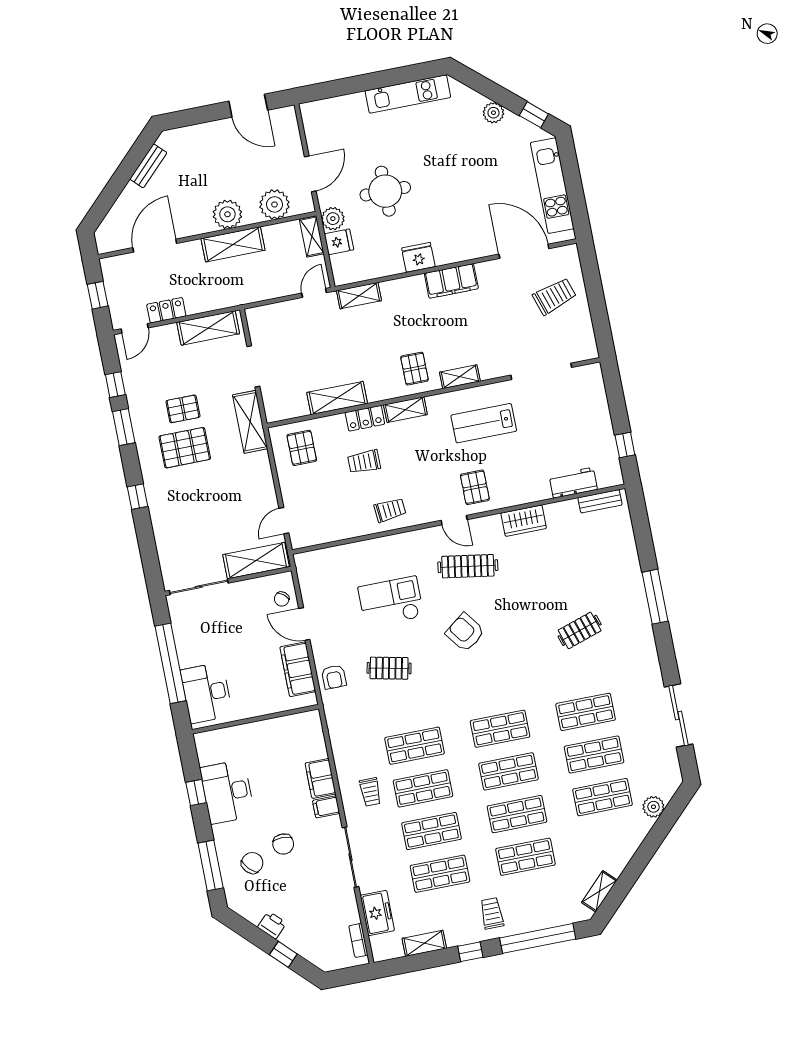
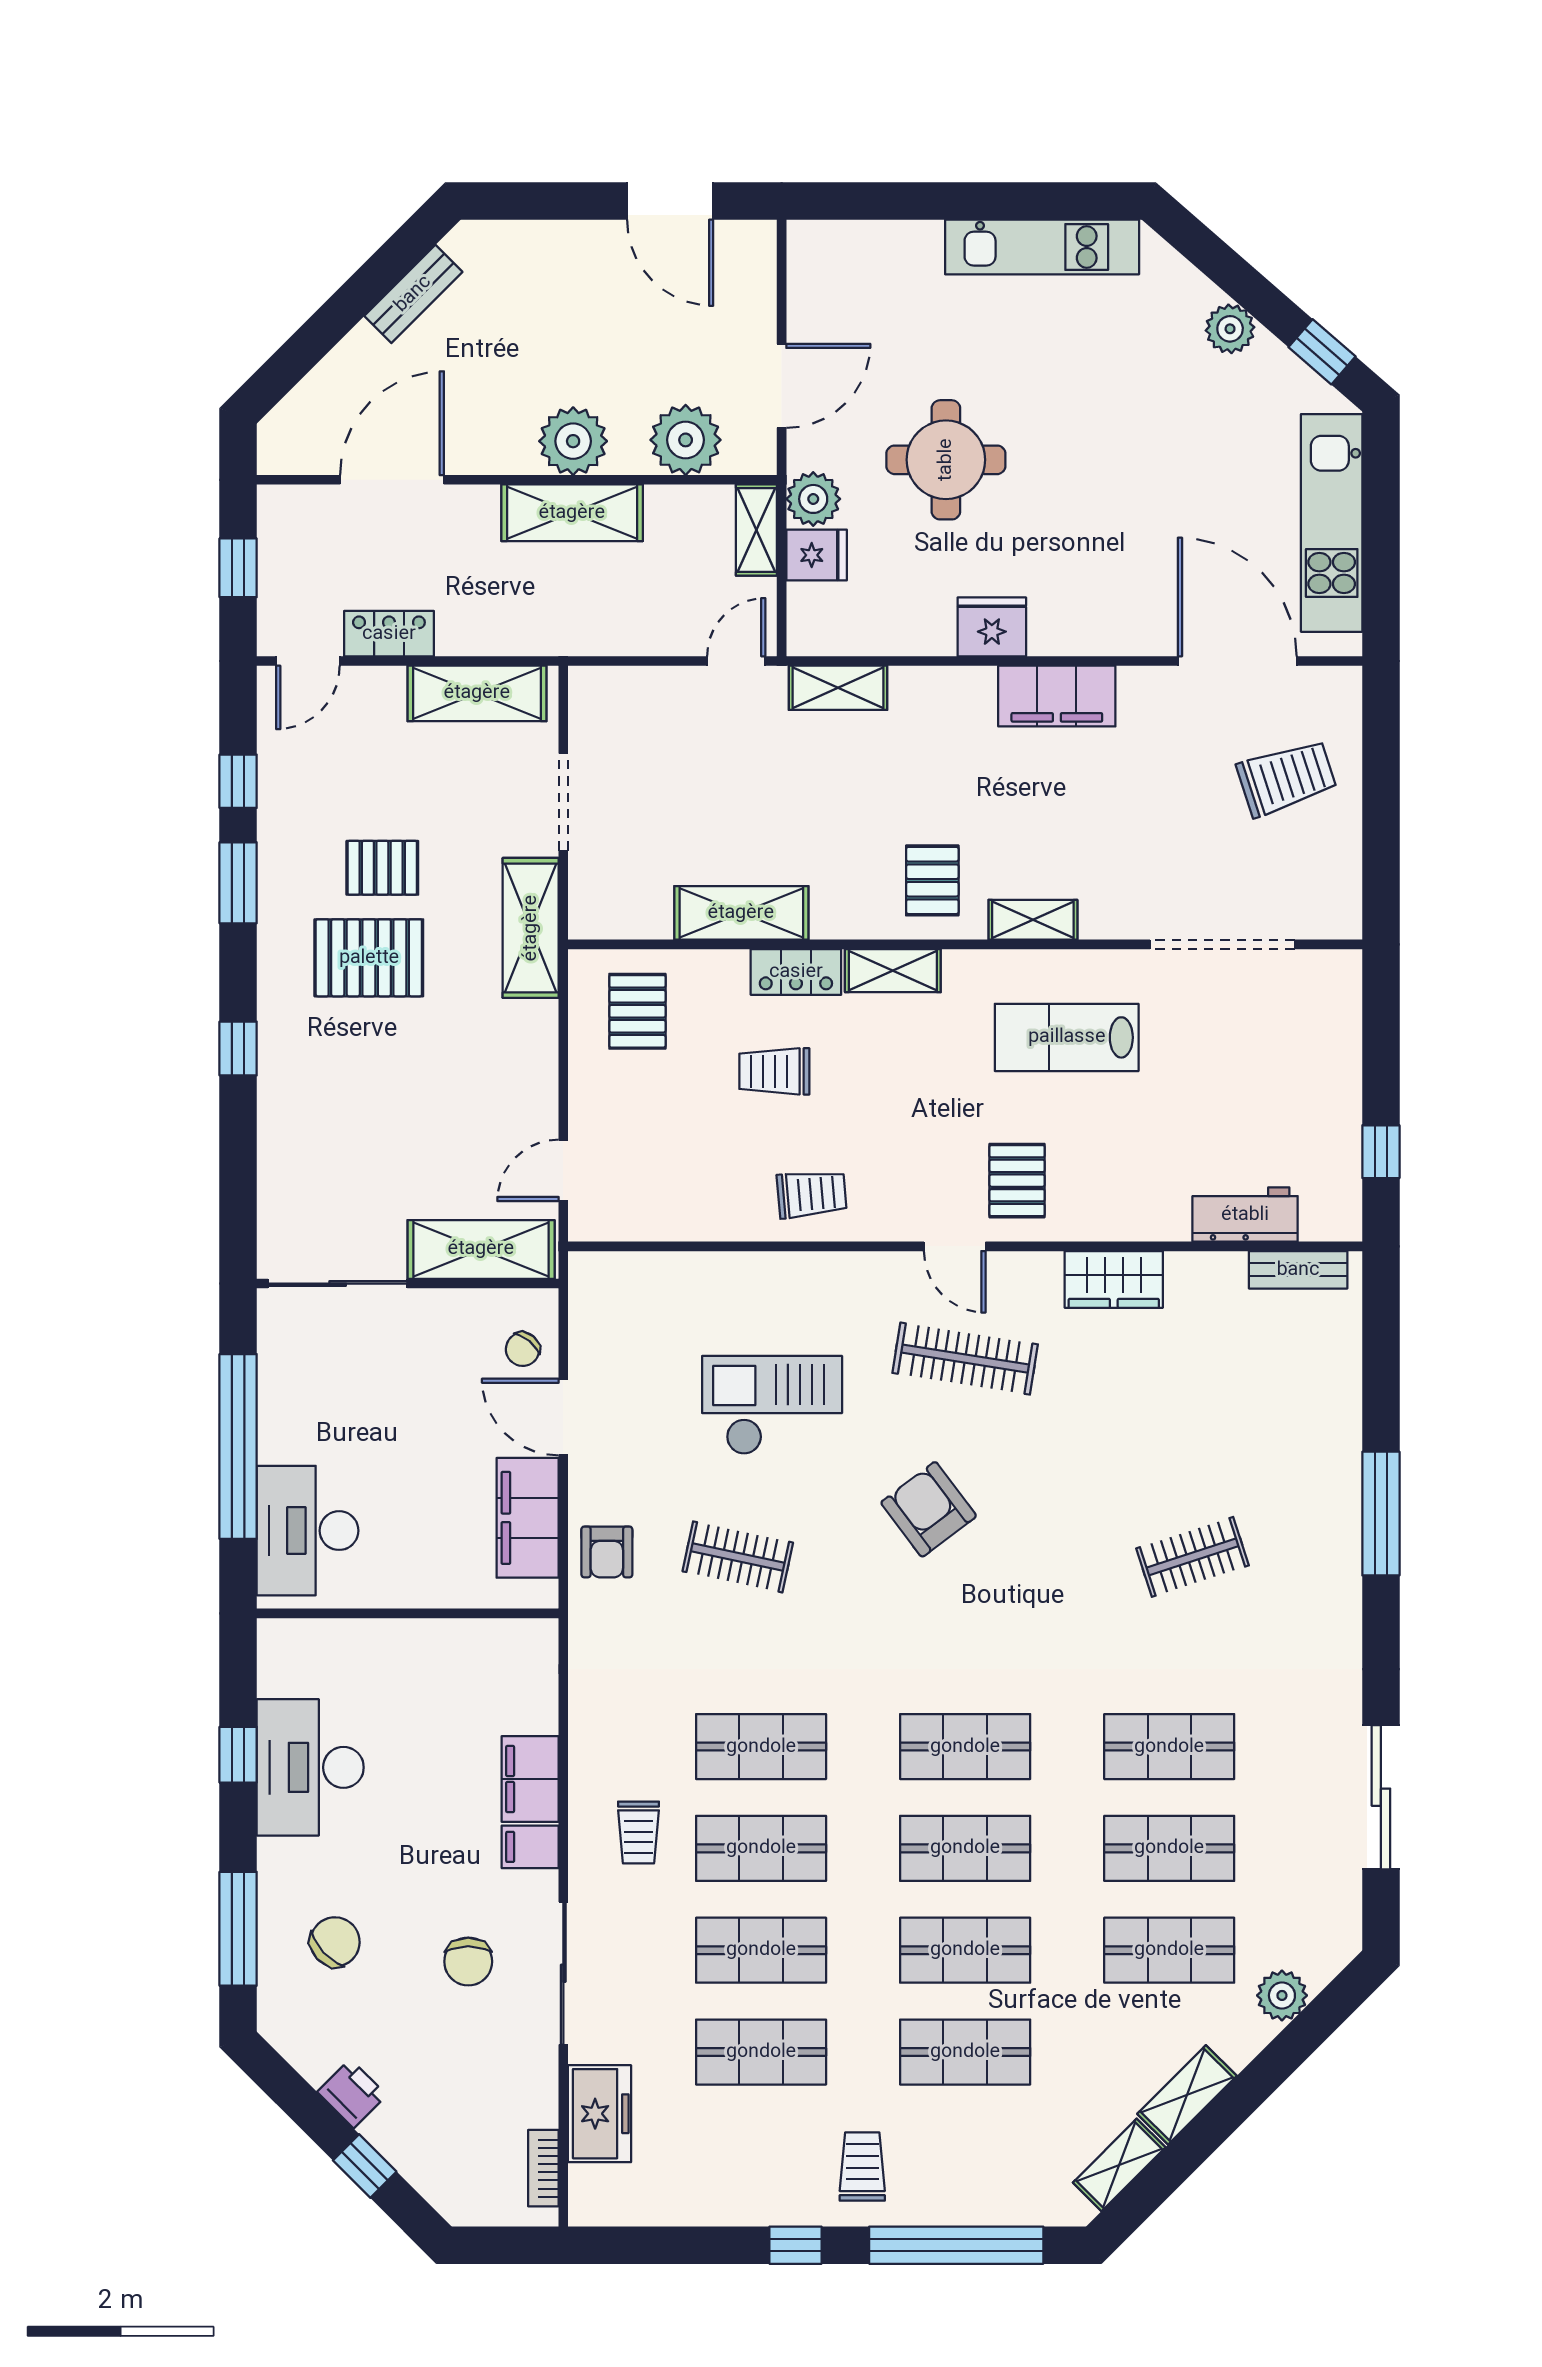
chair: (283, 844) -> (468, 1962), moved
shelving: (424, 943) -> (1187, 2095), moved, turned -45

